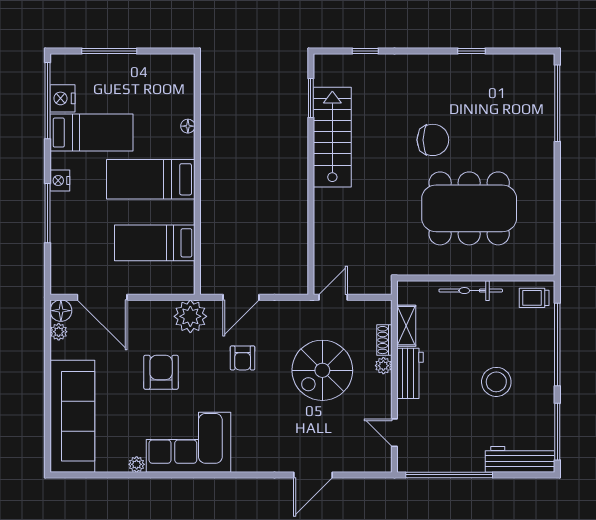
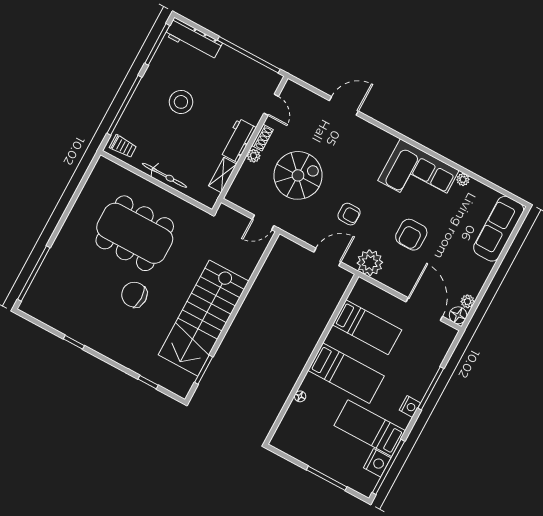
stairs: (332, 137) -> (204, 318), width x1.36, depth x1.51
shoe rack: (384, 340) -> (262, 138), moved
armchair: (243, 358) -> (349, 214), turned 90
sofa: (72, 416) -> (499, 229), width x0.74, depth x0.79

